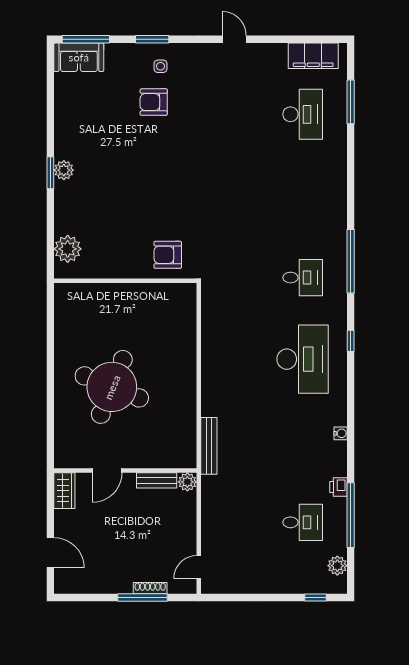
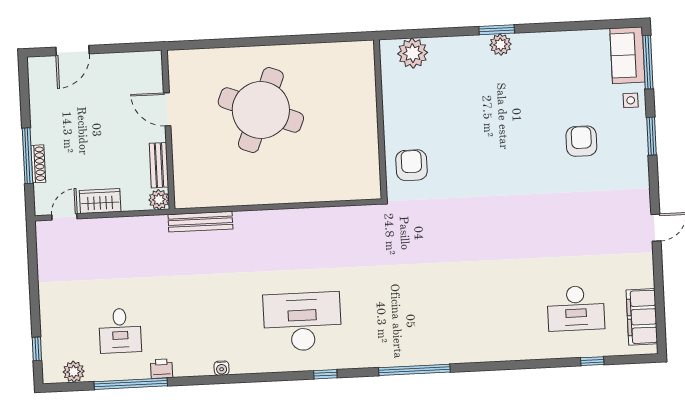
side table: (160, 66) -> (631, 100), moved
window: (351, 102) -> (592, 361), width x0.46
desk: (303, 278) -> (394, 317), removed
desk: (303, 359) -> (302, 322), turned 180
wardrobe: (64, 491) -> (100, 201), moved, turned 180
door: (199, 567) -> (64, 217), hinge flipped

